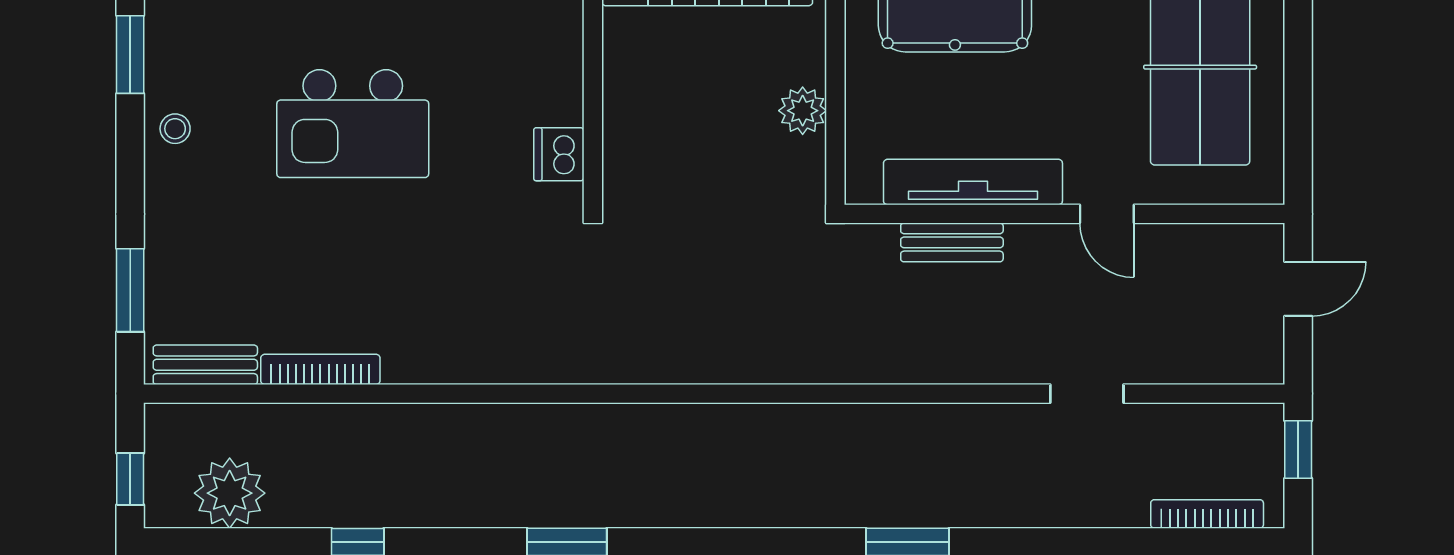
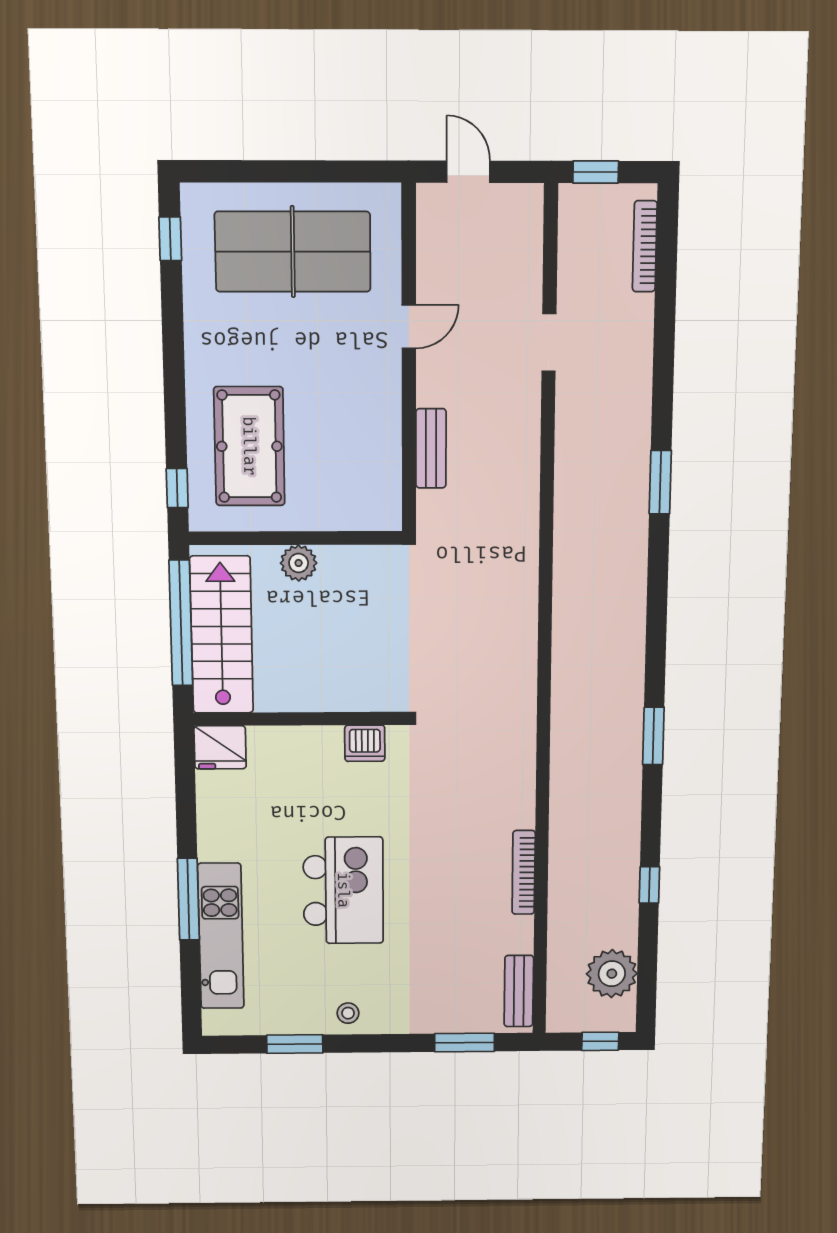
plant: (803, 111) -> (299, 563), moved
tv unit: (973, 182) -> (384, 432), removed
bookcase: (320, 369) -> (524, 872), moved

